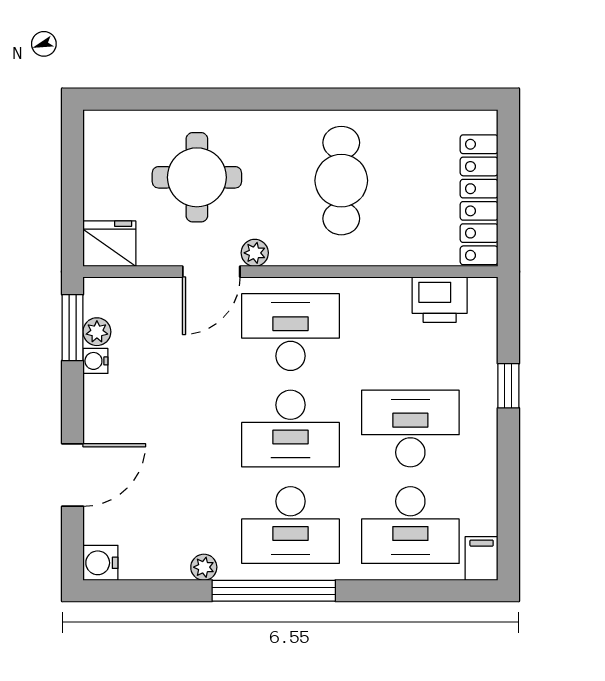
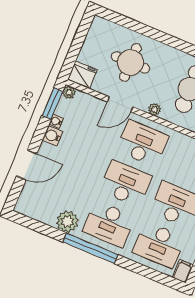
plant: (255, 253) -> (155, 110), moved
plant: (97, 332) -> (69, 92), moved
desk: (290, 429) -> (126, 184), turned 180
water cooler: (100, 563) -> (52, 136), moved
plant: (204, 567) -> (67, 222), width x1.87, depth x1.87

